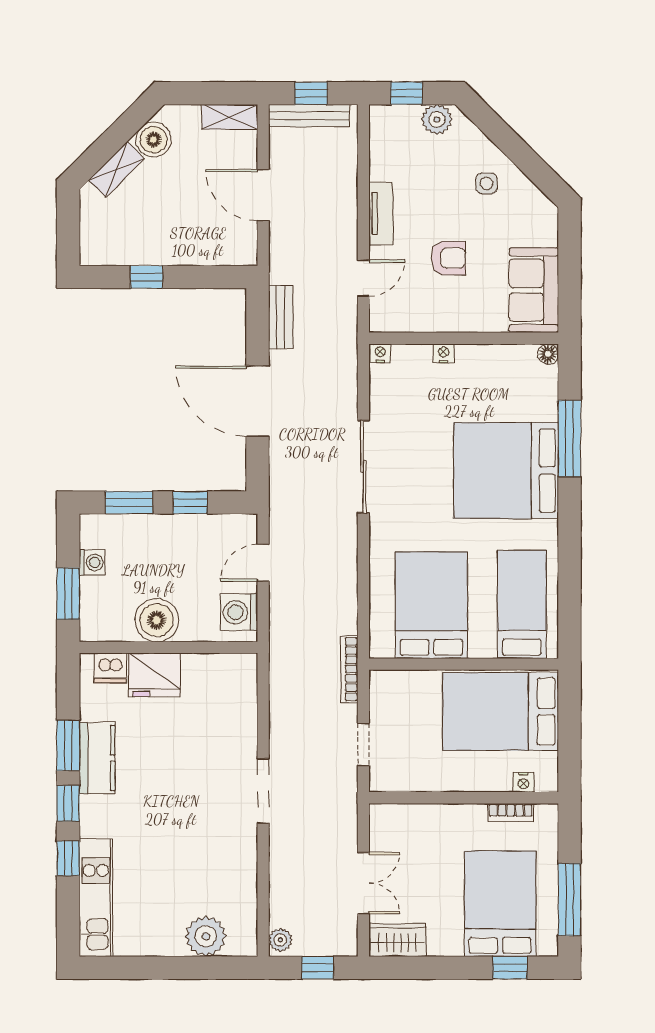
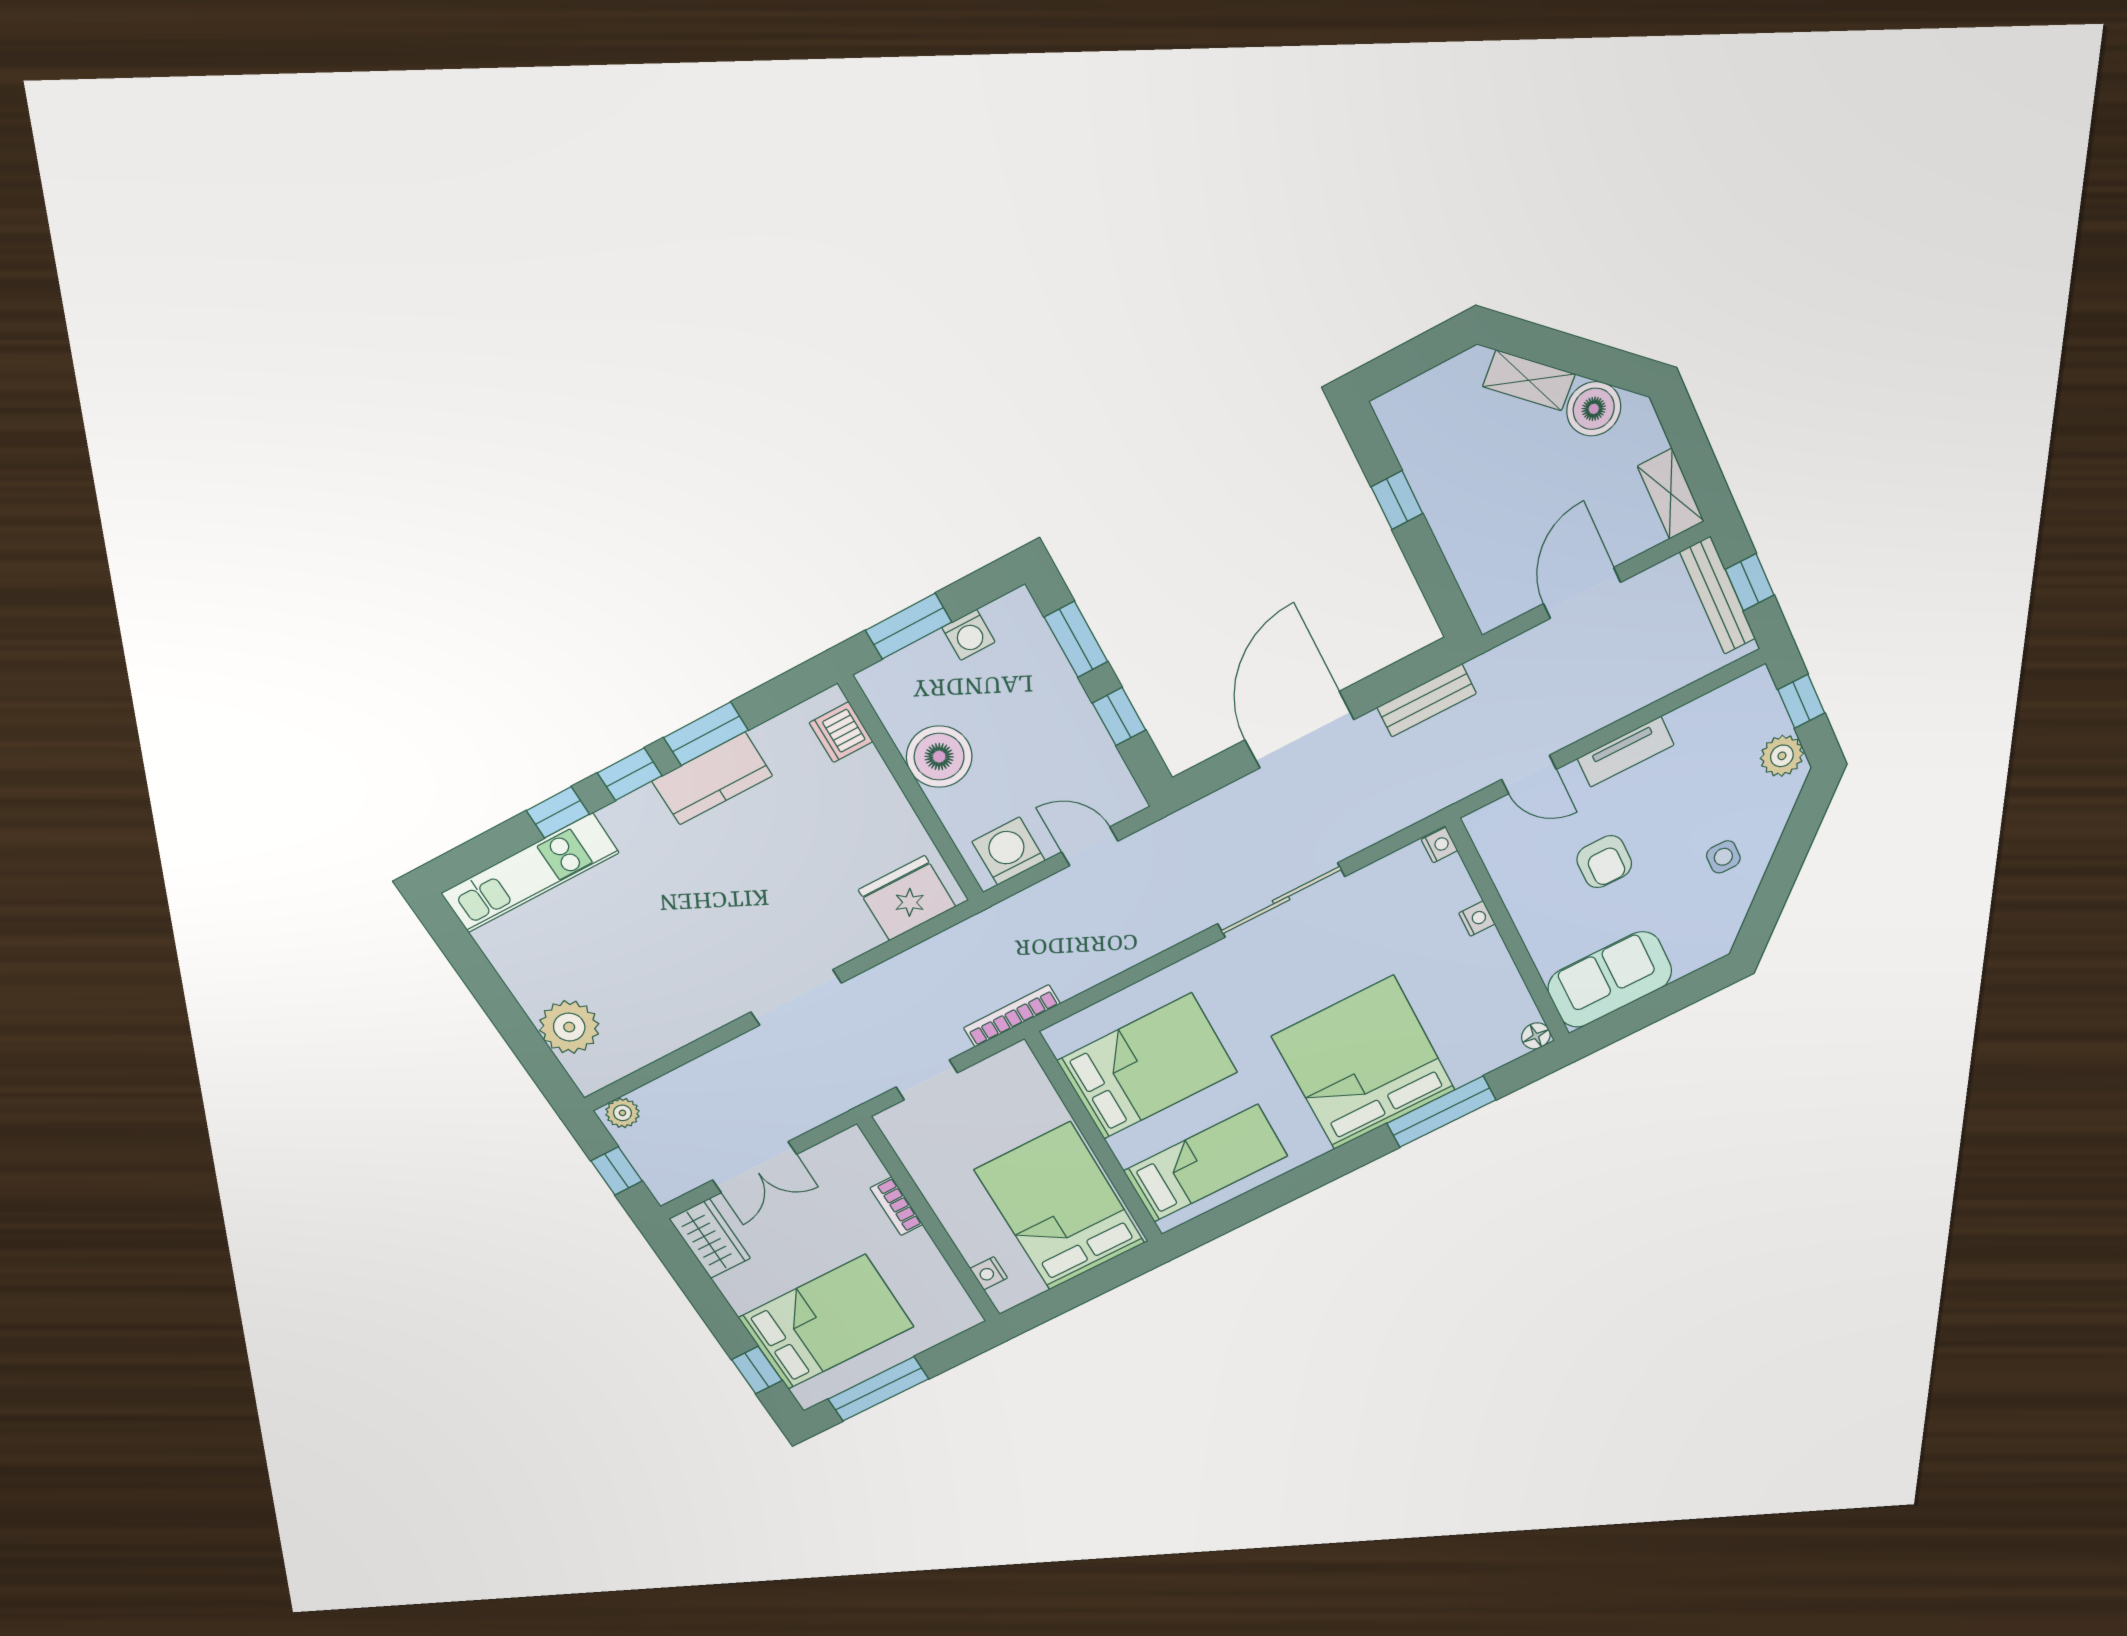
fridge: (154, 675) -> (907, 898), moved, turned 90
bookcase: (511, 812) -> (896, 1206), moved

